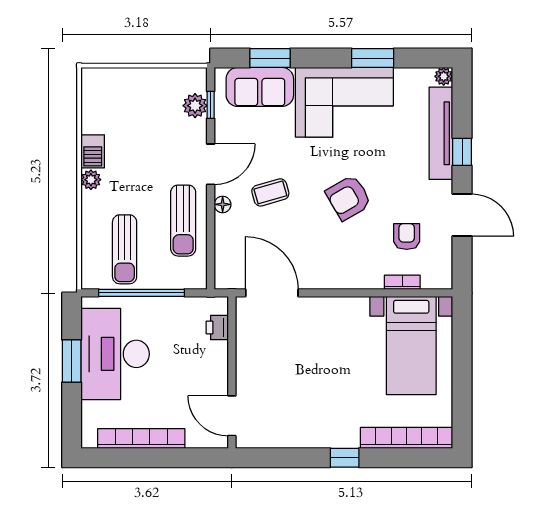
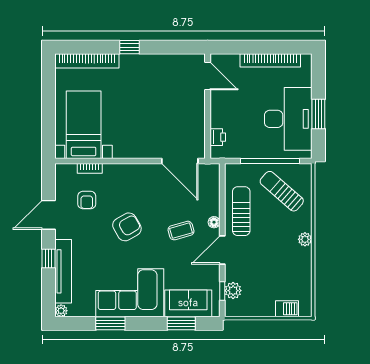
barbecue: (93, 151) -> (287, 309), moved, turned 90
door: (462, 215) -> (48, 215), hinge flipped
sun lounger: (125, 249) -> (282, 191), turned -49

